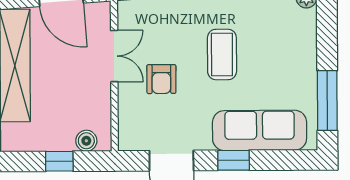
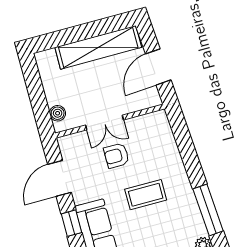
double door: (114, 56) -> (105, 122), moved
window: (59, 161) -> (38, 98), removed

